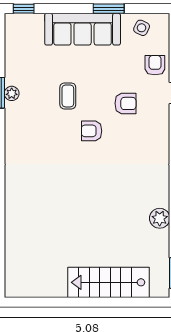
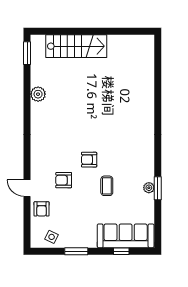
window: (24, 9) -> (121, 251), moved
sofa: (83, 29) -> (126, 236), moved
armchair: (92, 131) -> (89, 160), turned 180

